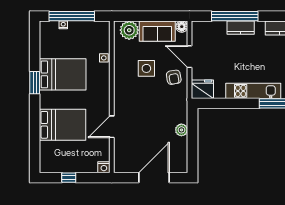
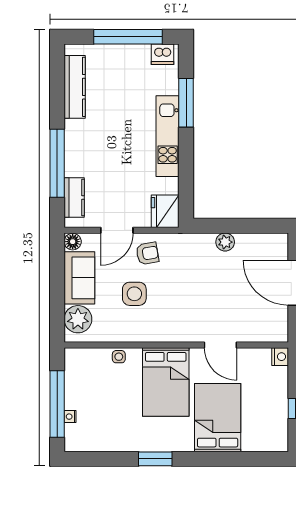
kitchen counter: (241, 28) -> (74, 198), moved
bed: (63, 74) -> (166, 382), moved, turned 180

